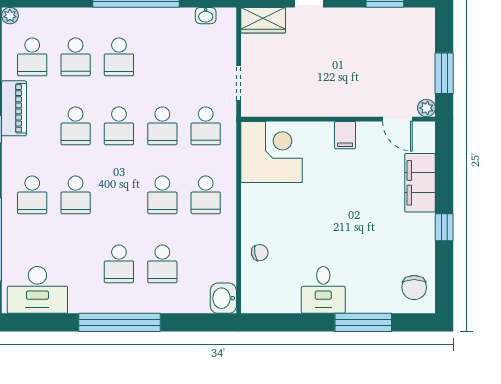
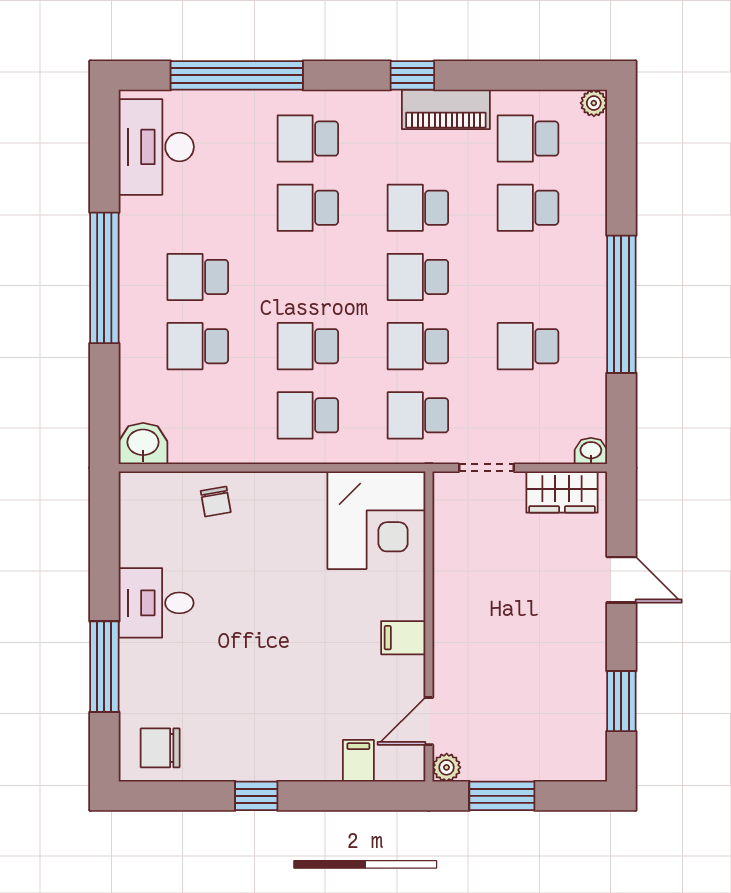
washbasin: (206, 16) -> (591, 451), moved, turned 90
wardrobe: (263, 20) -> (562, 492), moved, turned -90
school desk: (119, 57) -> (528, 346), moved
filing cabinet: (420, 183) -> (358, 761), width x0.33, depth x0.86

